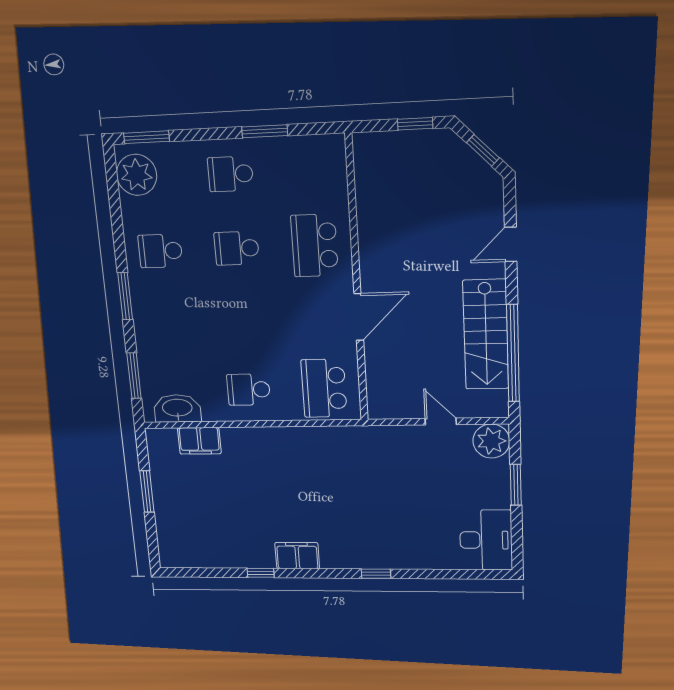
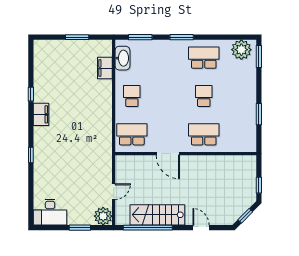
school desk: (230, 174) -> (240, 96), removed
school desk: (160, 251) -> (204, 58), width x1.85

